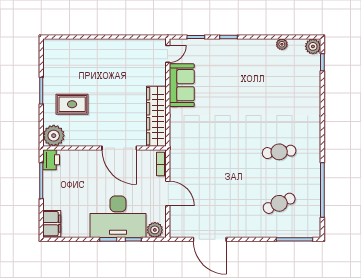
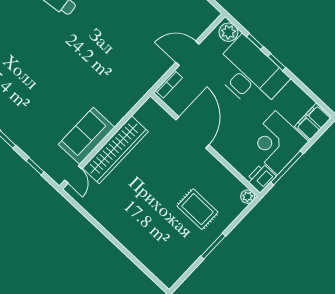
door: (168, 54) -> (73, 174), swing flipped
wardrobe: (156, 116) -> (115, 150), moved
plant: (54, 136) -> (248, 197), width x0.53, depth x0.53
corner desk: (62, 190) -> (276, 143), added
door: (168, 193) -> (187, 53), hinge flipped

